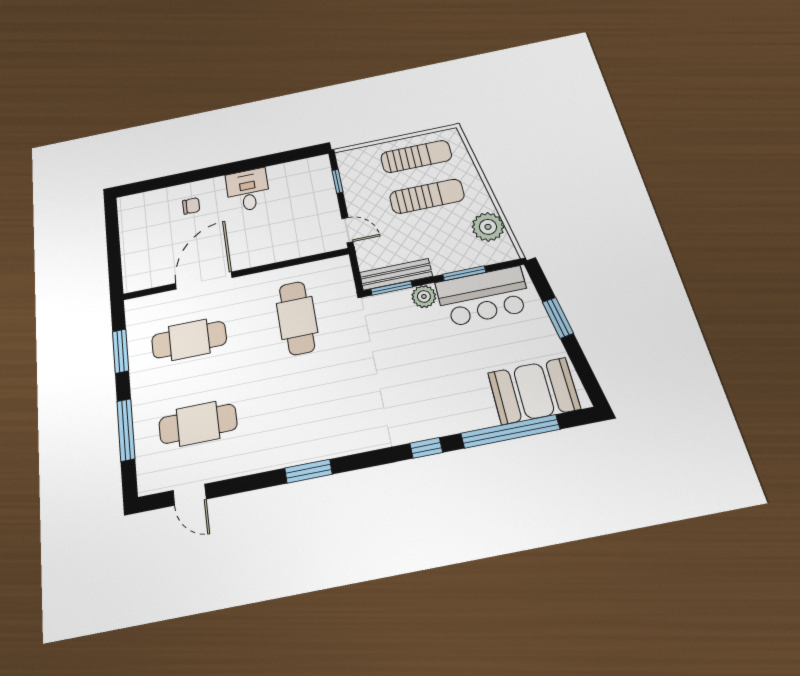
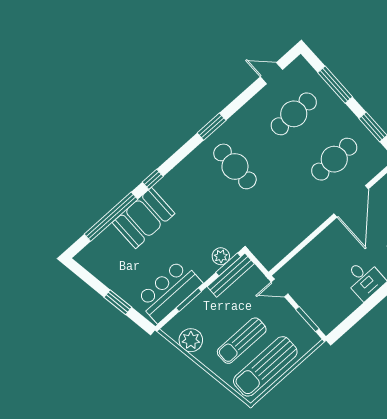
sun lounger: (416, 156) -> (265, 366), width x1.36, depth x1.34
window: (337, 181) -> (307, 319), width x1.50
plant: (424, 296) -> (221, 256), moved
cafe table: (297, 318) -> (235, 166), moved
booth: (534, 391) -> (143, 218), moved

